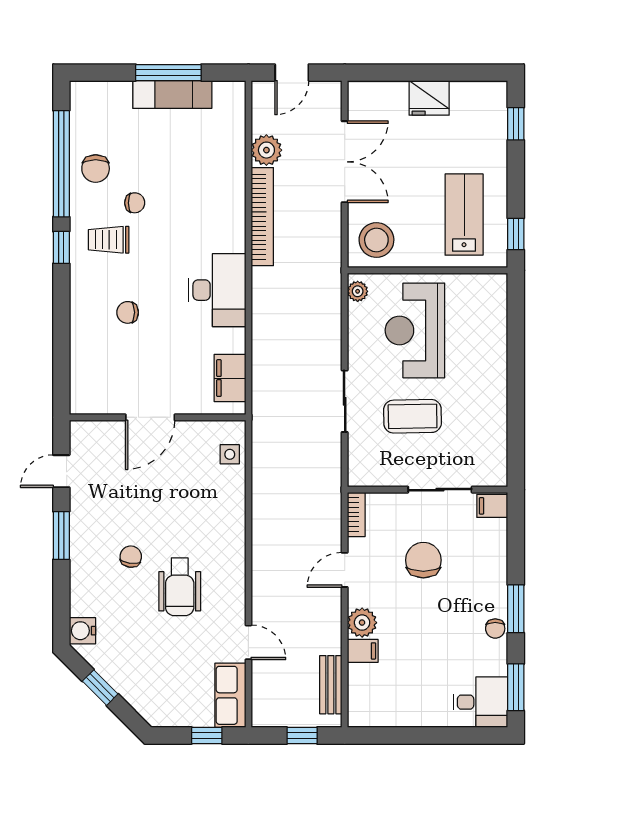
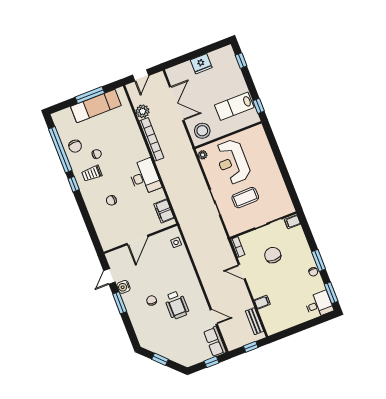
exam couch: (172, 94) -> (96, 106), width x1.36, depth x1.45
lab bench: (464, 215) -> (234, 106), turned -90
door: (345, 570) -> (242, 272), hinge flipped
plant: (362, 623) -> (257, 291), removed
water cooler: (82, 631) -> (123, 287), moved

